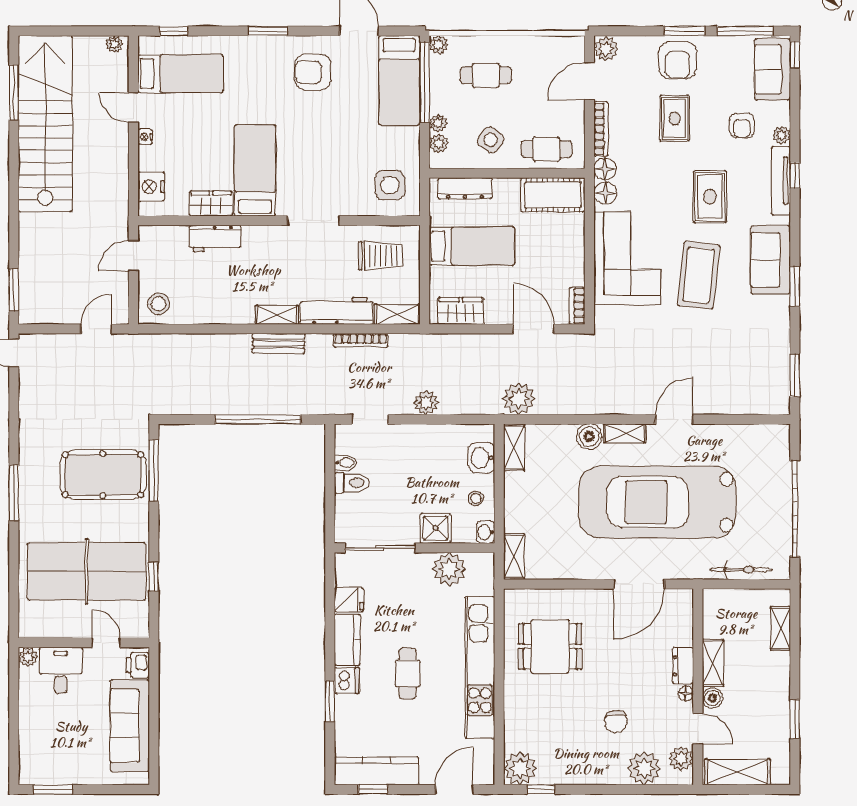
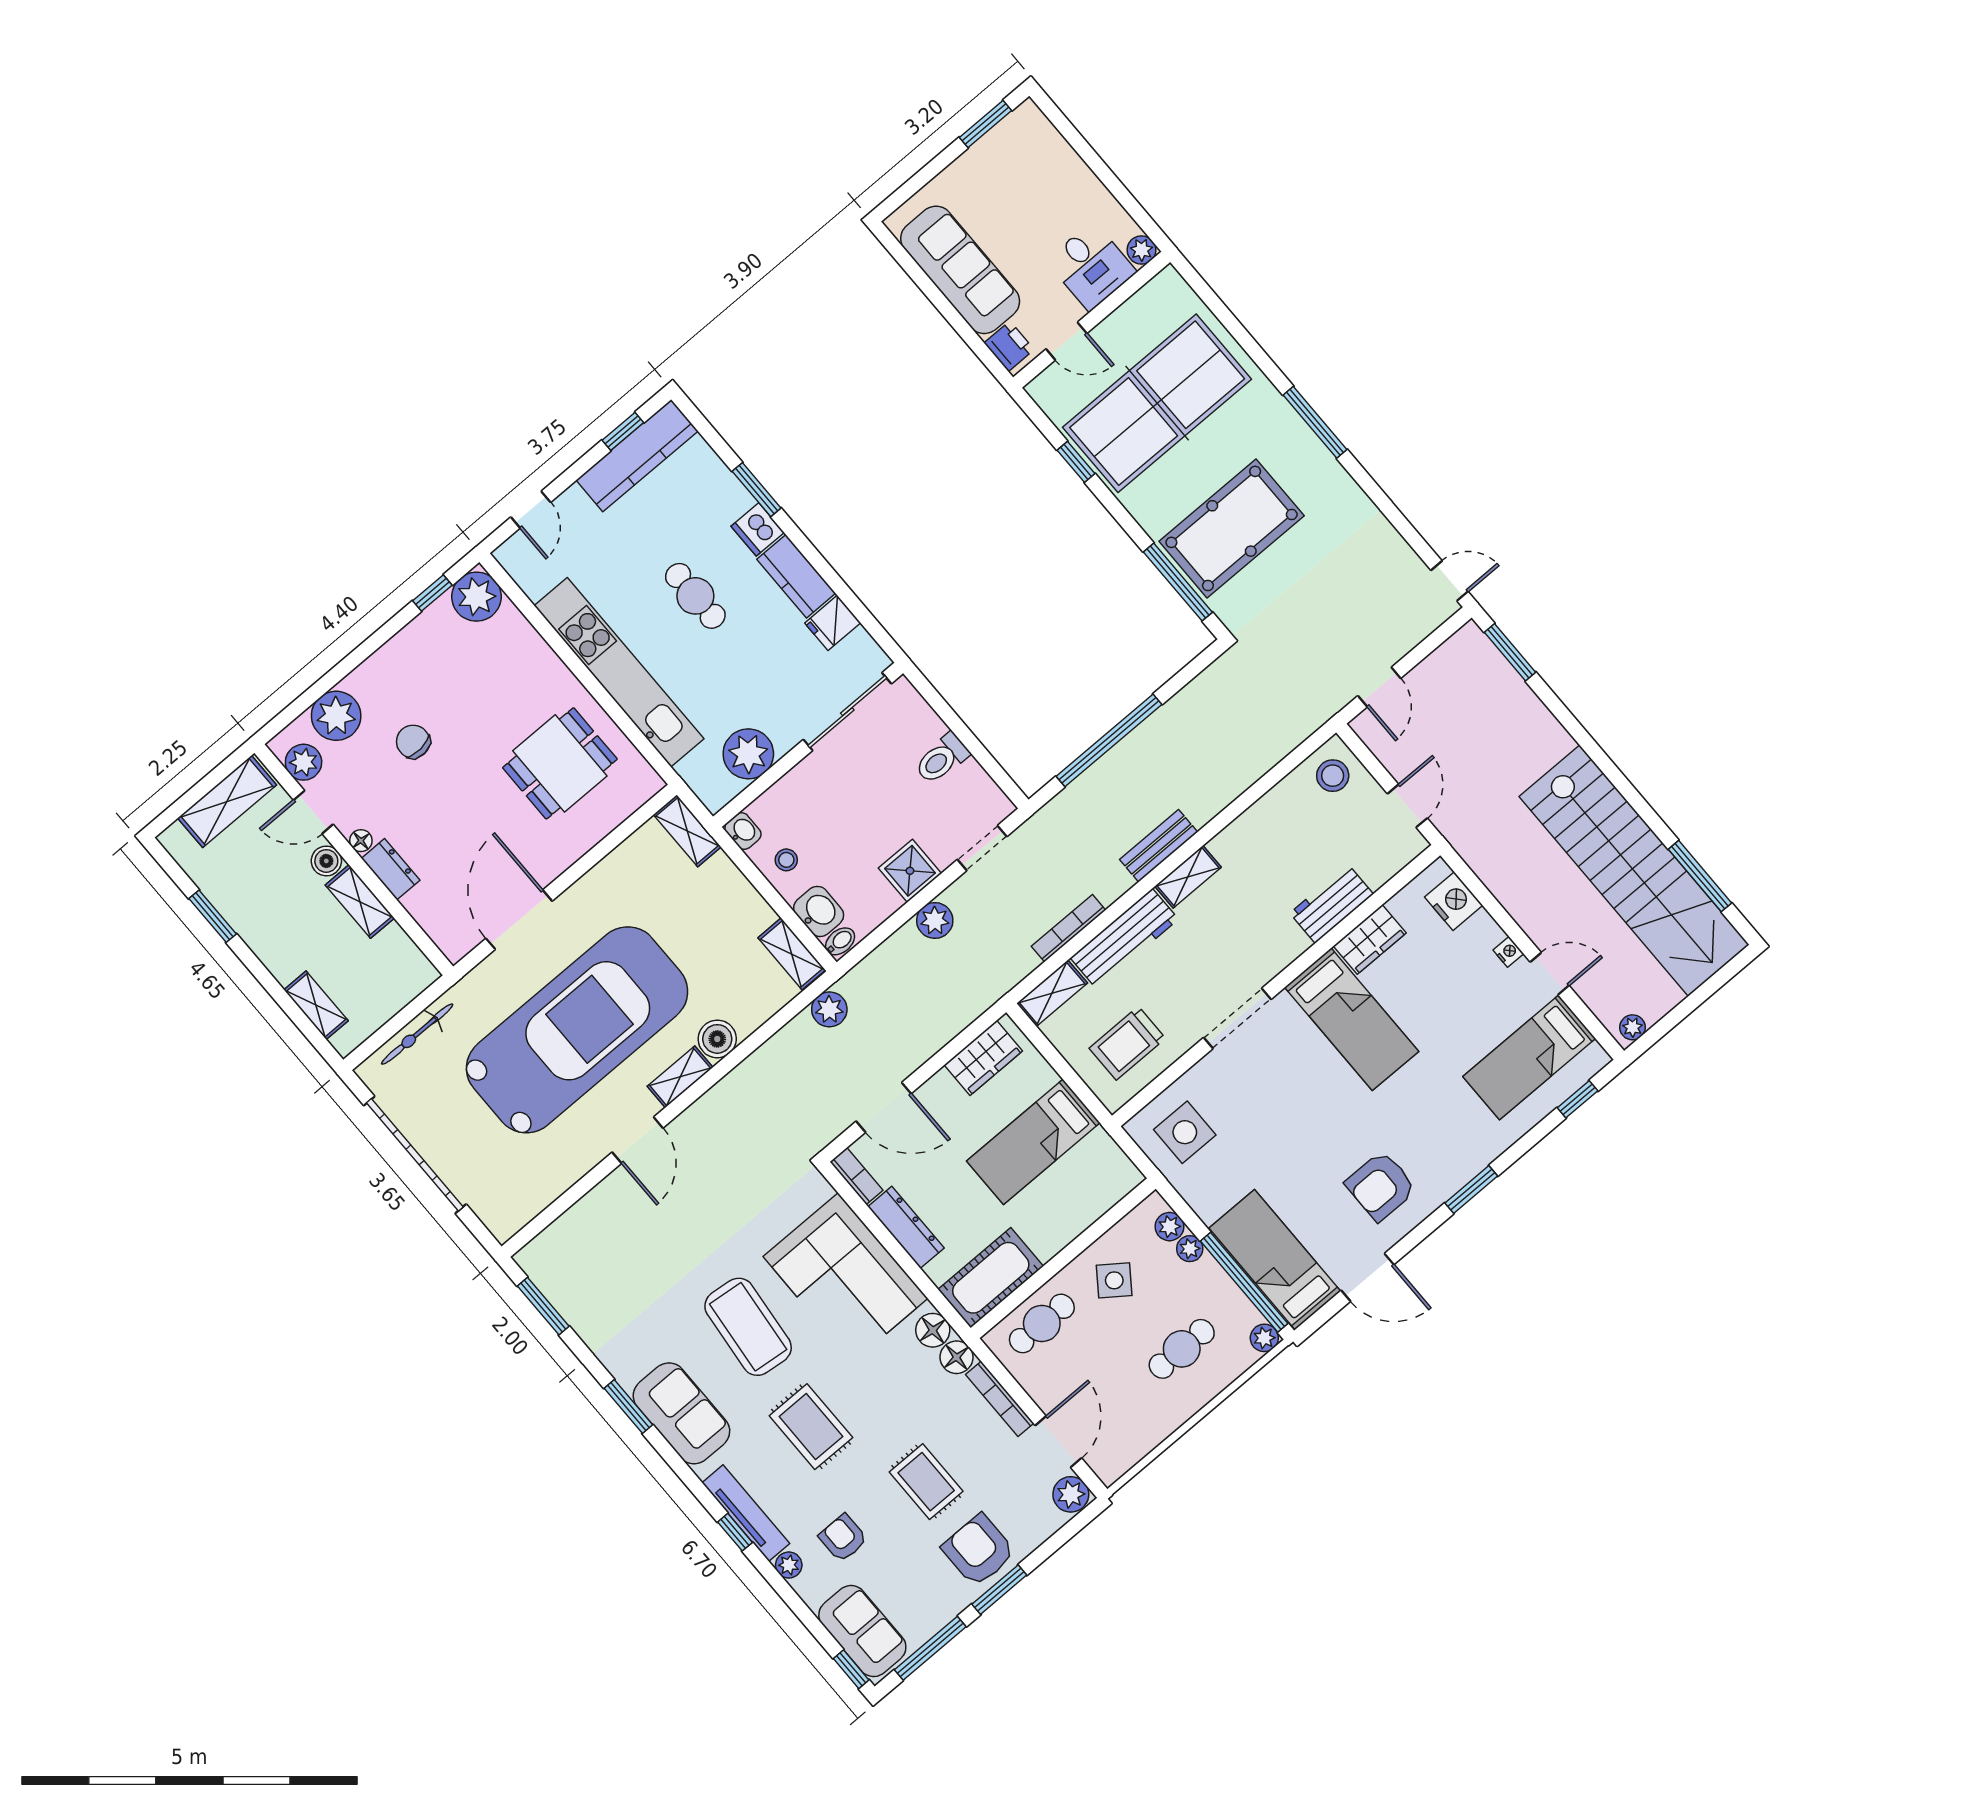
armchair: (313, 72) -> (1381, 1186), turned 180
dresser: (465, 188) -> (906, 1227), moved, turned 90
plant: (519, 399) -> (829, 1009), width x0.73, depth x0.73
bidet: (345, 463) -> (840, 941), moved, turned 180
shower: (436, 528) -> (910, 871), moved
door: (454, 789) -> (531, 510), width x0.73

